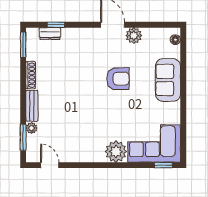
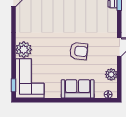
plant: (134, 36) -> (111, 74), moved
armchair: (118, 79) -> (79, 51), turned -84

